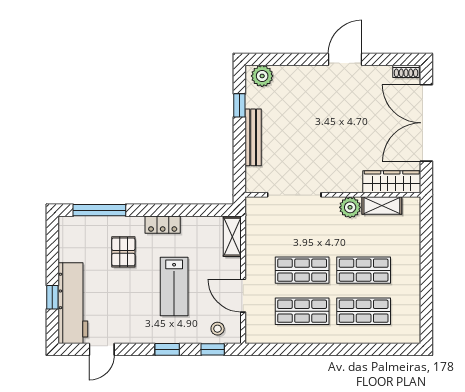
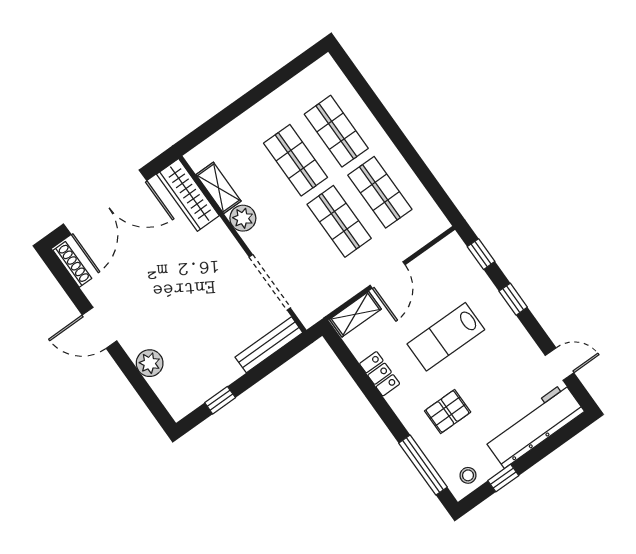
shoe rack: (406, 71) -> (72, 264), width x1.43
plant: (262, 76) -> (150, 363), moved
bench: (253, 137) -> (269, 345), moved
locker: (163, 225) -> (380, 374), moved
lab bench: (174, 286) -> (446, 337), turned 180
door: (243, 296) -> (388, 275), moved
window: (52, 297) -> (503, 478), moved
stool: (218, 329) -> (468, 475), moved

